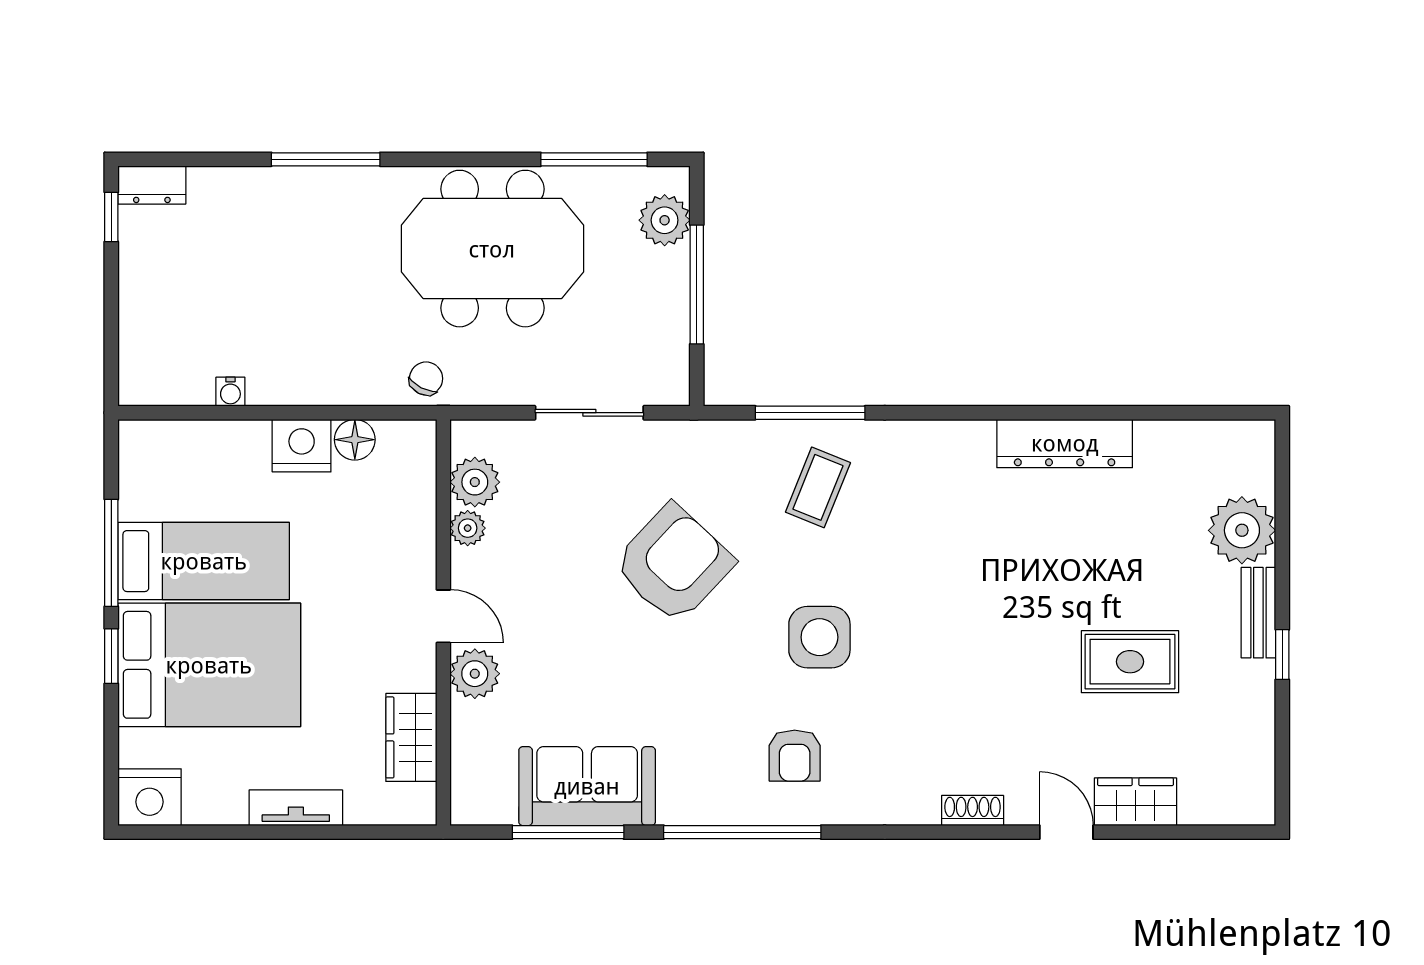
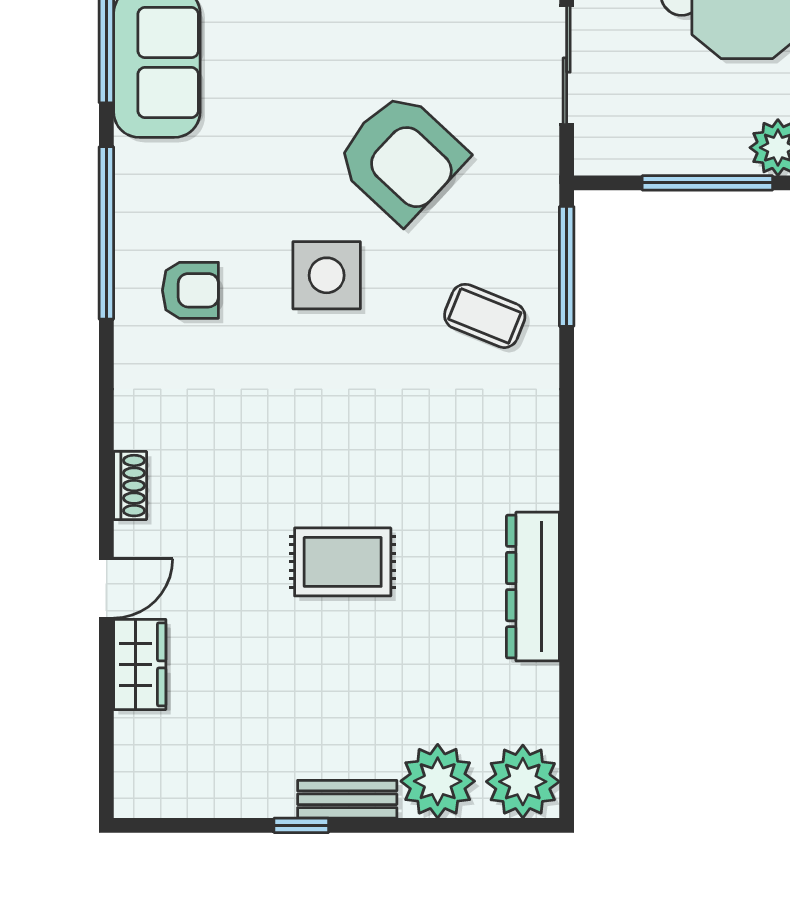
window: (810, 413) -> (567, 266), moved
plant: (1242, 453) -> (523, 782), added
side table: (819, 637) -> (327, 275), moved
rug: (1130, 662) -> (343, 562), moved, turned 90
armchair: (795, 756) -> (190, 290), turned 180

